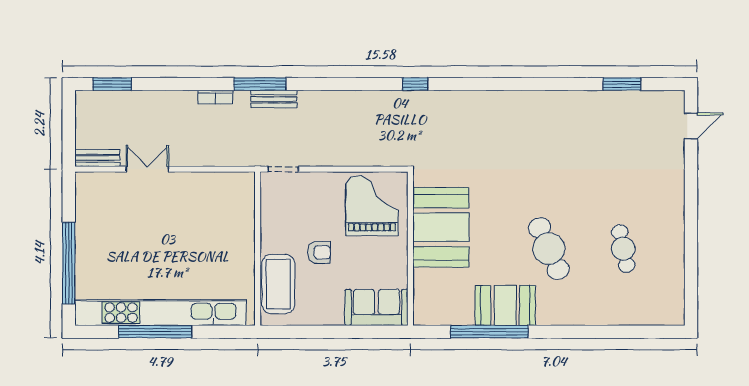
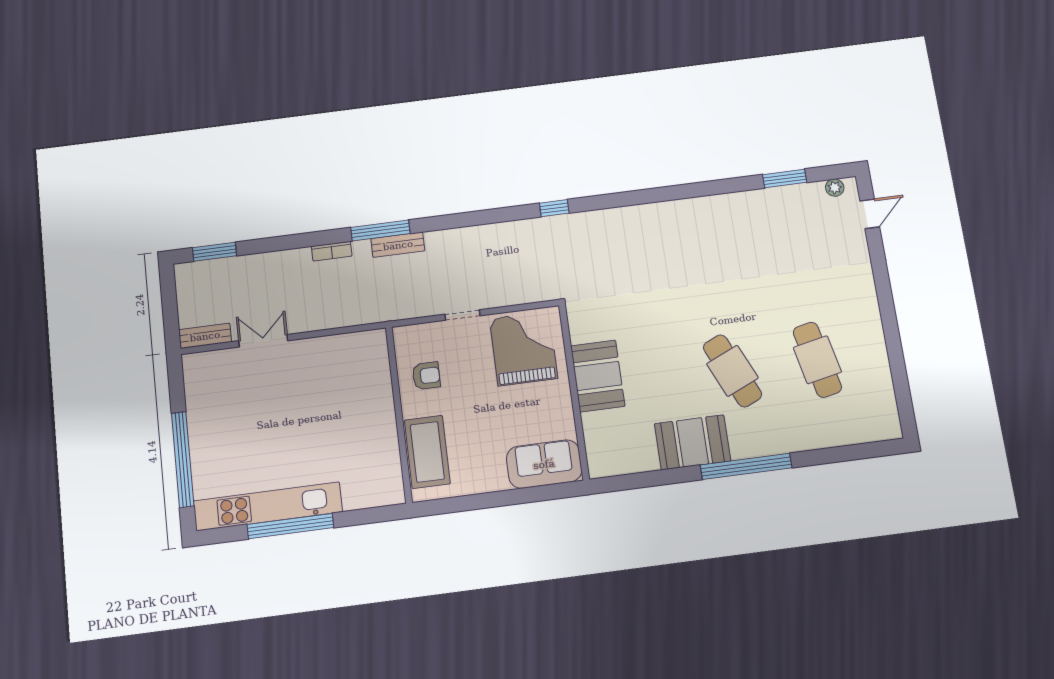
plant: (664, 98) -> (835, 188), added
doorway: (283, 169) -> (462, 315), moved
booth: (441, 227) -> (598, 376), width x0.73, depth x0.70
cafe table: (623, 249) -> (817, 360), width x1.37, depth x1.35
armchair: (319, 252) -> (426, 376), moved
kitchen unit: (160, 313) -> (268, 506), width x0.73
window: (489, 332) -> (746, 466), moved

